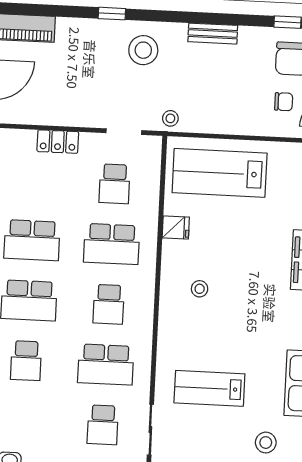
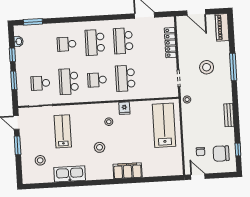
window: (112, 14) -> (233, 67), width x2.17
stool: (143, 50) -> (207, 67), moved
locker: (58, 142) -> (170, 43), width x1.53
school desk: (115, 184) -> (154, 77), removed
fridge: (176, 227) -> (124, 108), moved
stool: (252, 314) -> (100, 147), added

